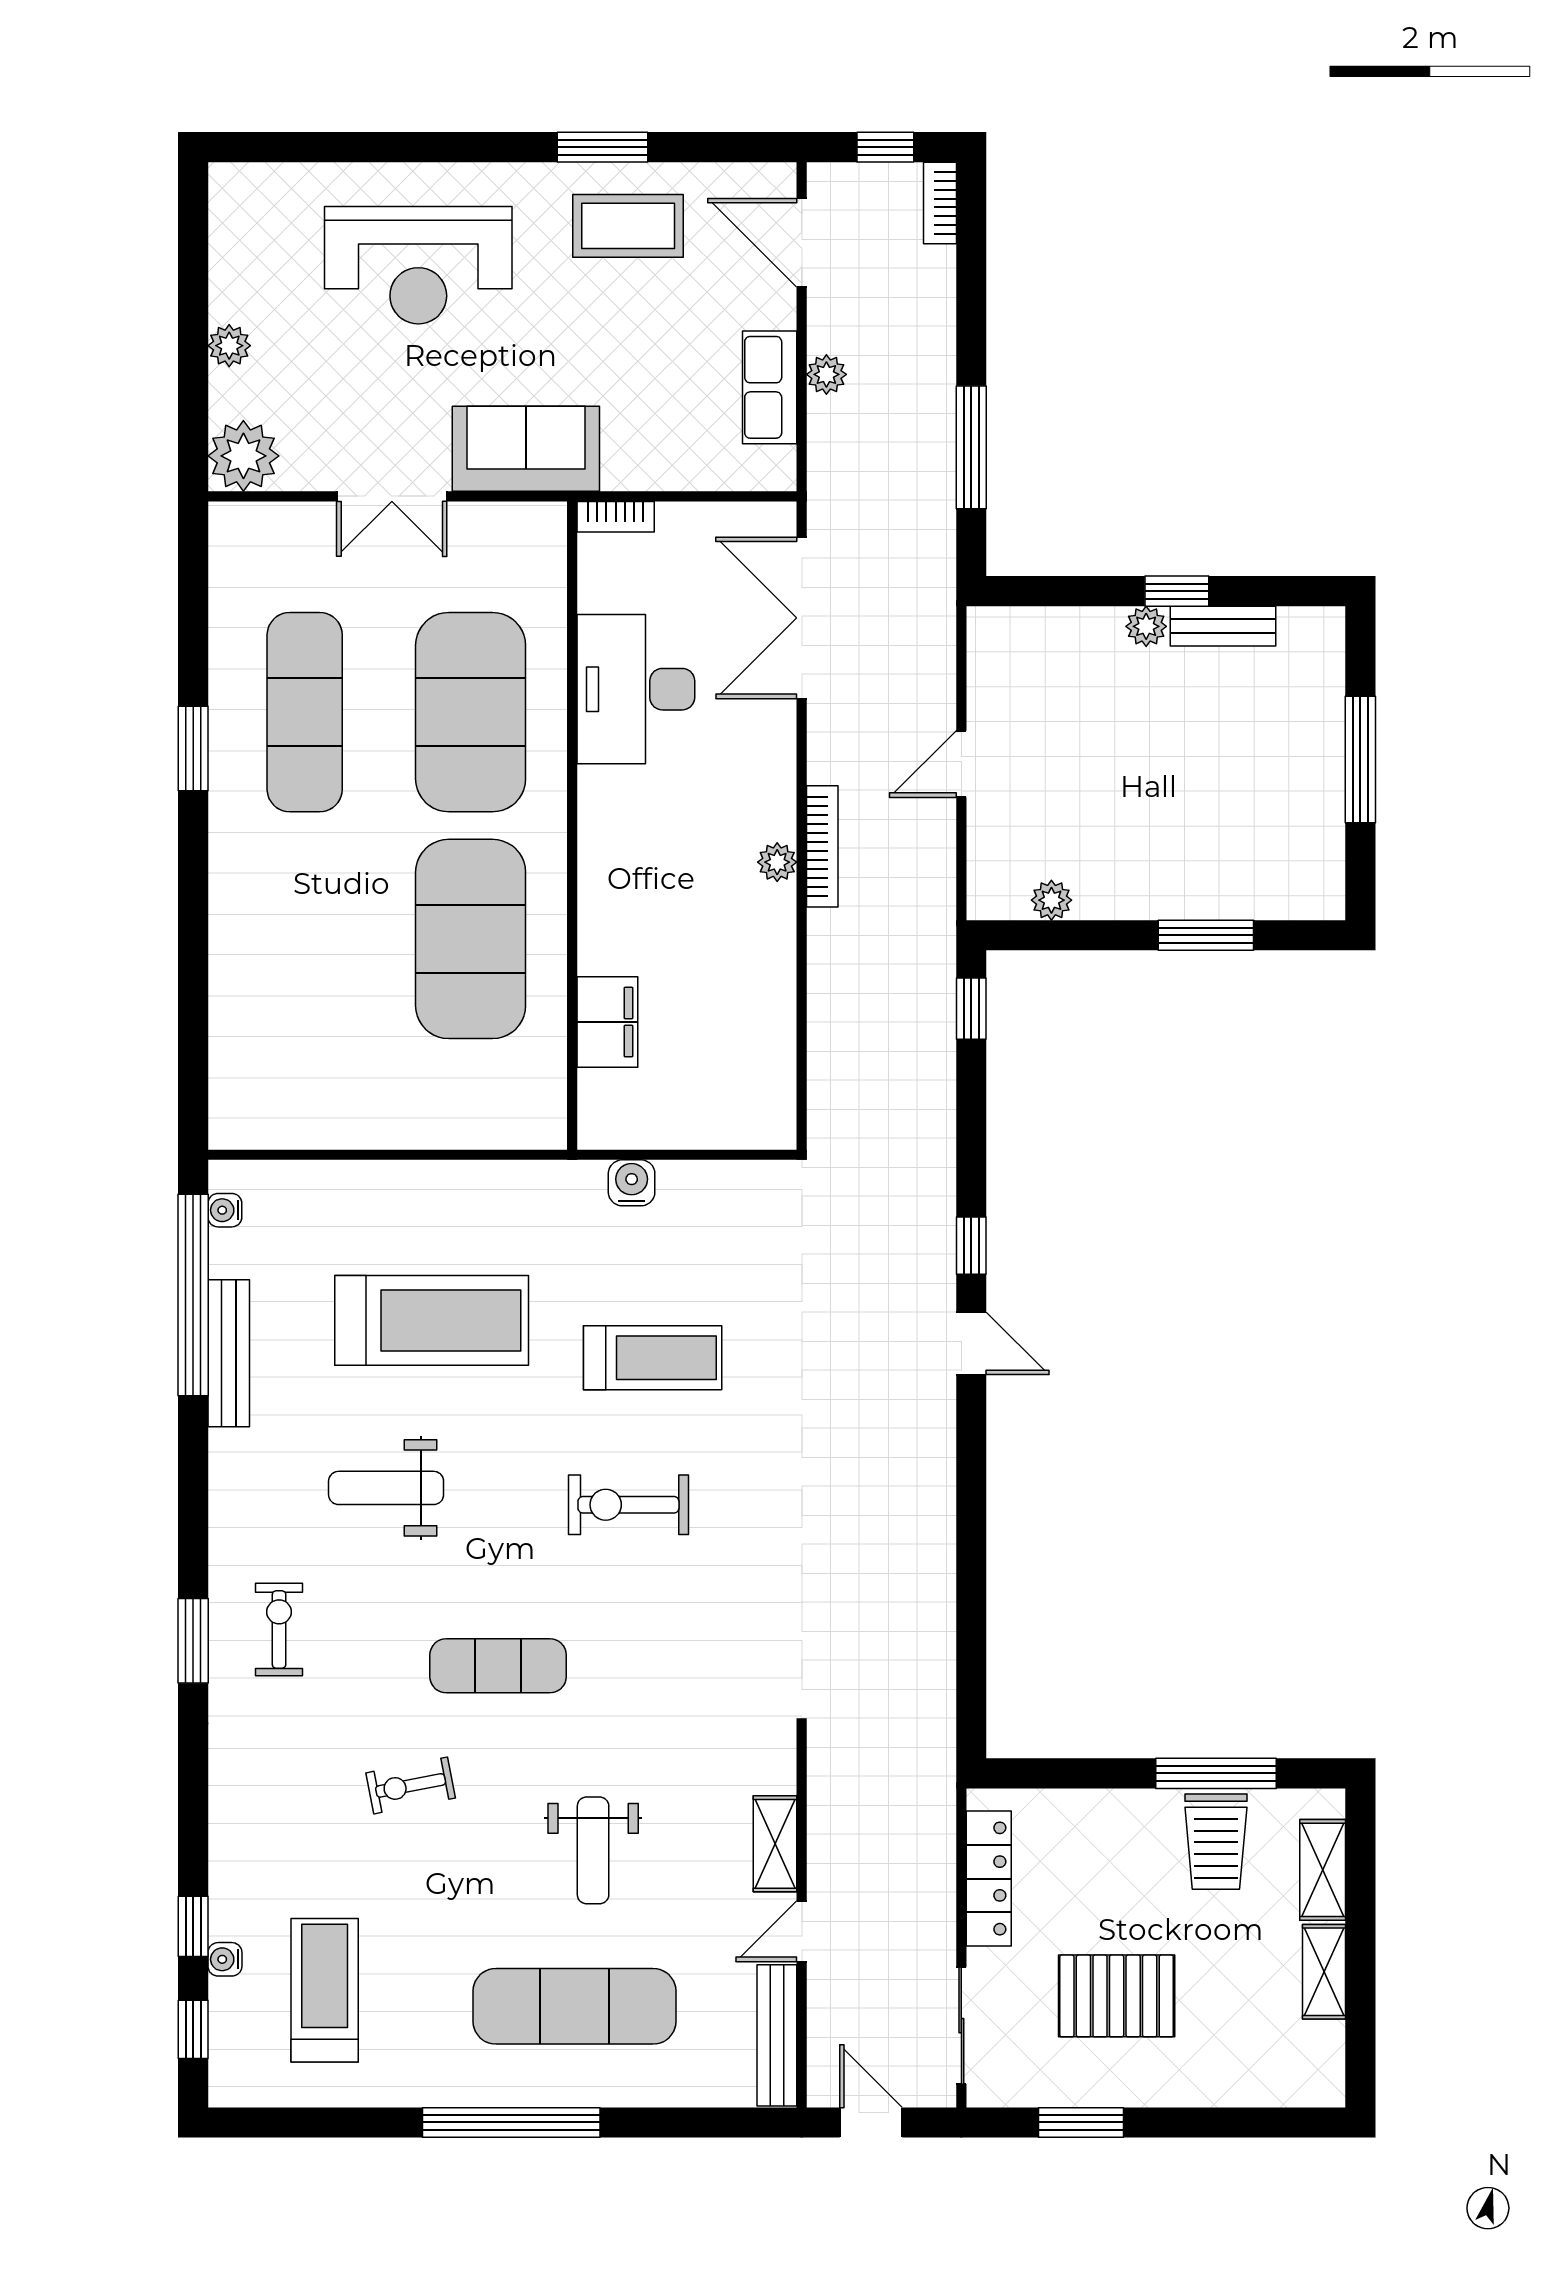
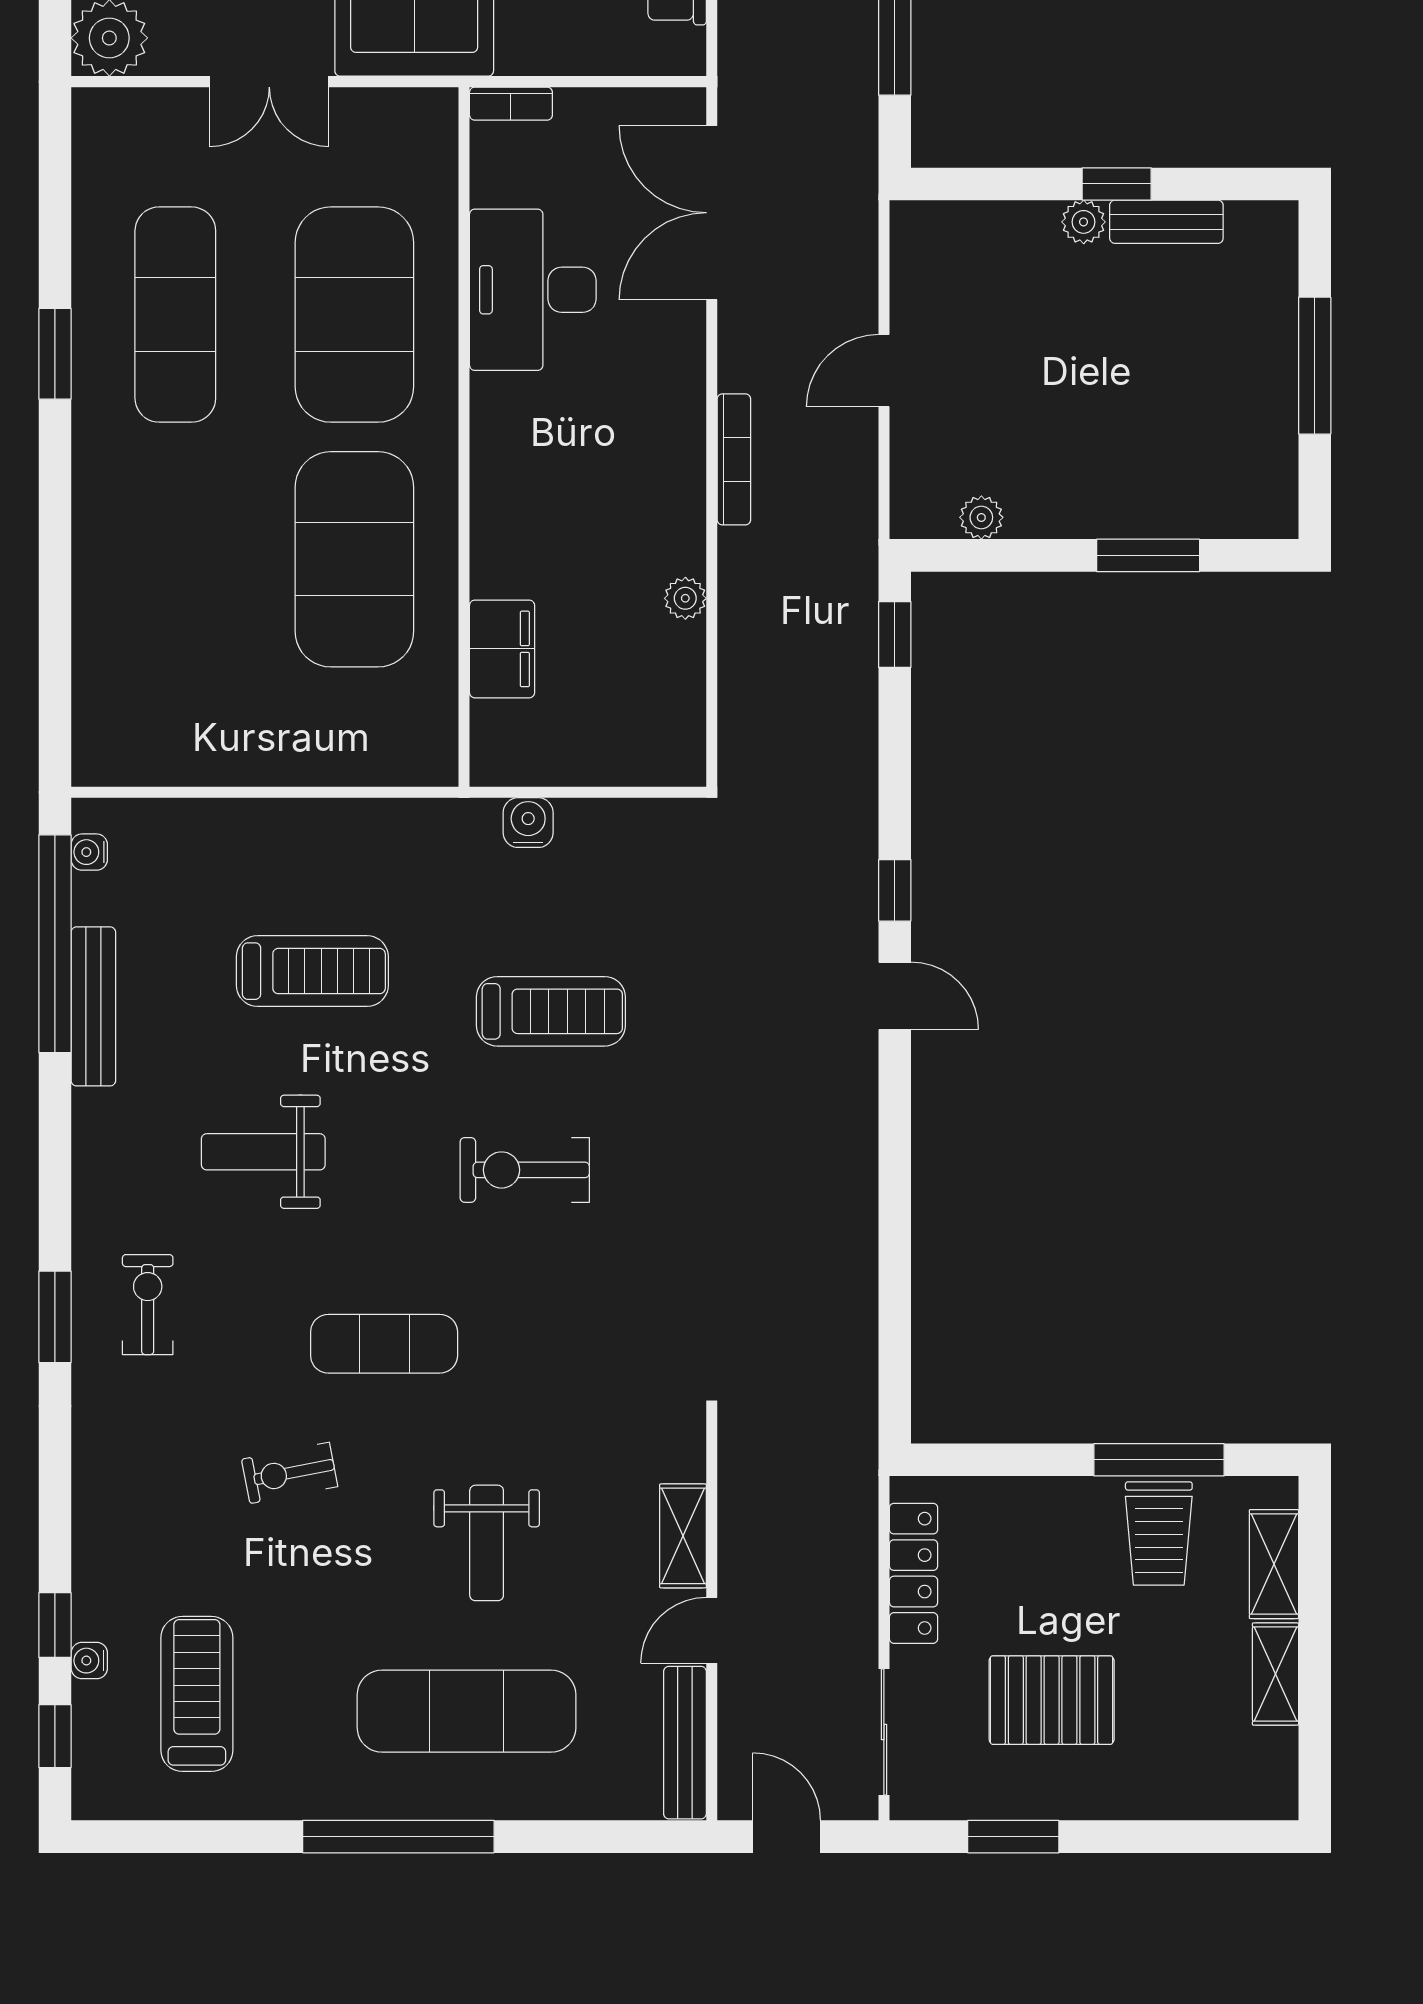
plant: (777, 862) -> (685, 598), moved
treadmill: (432, 1320) -> (312, 971), width x0.73, depth x0.73

